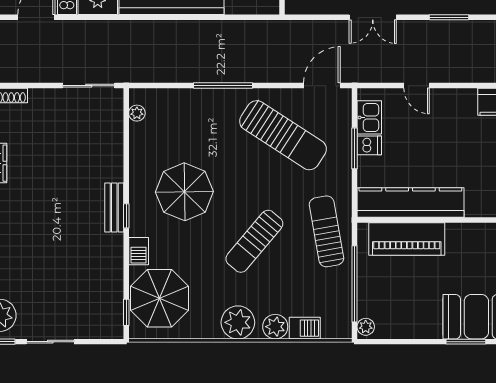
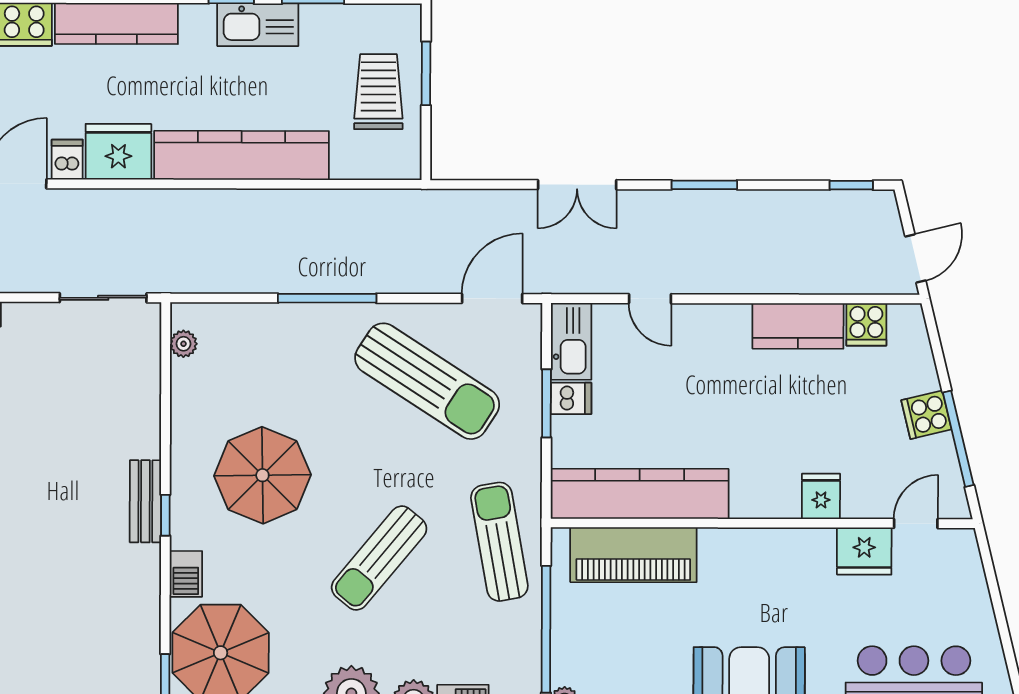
kitchen sink: (369, 117) -> (571, 341), width x1.38

